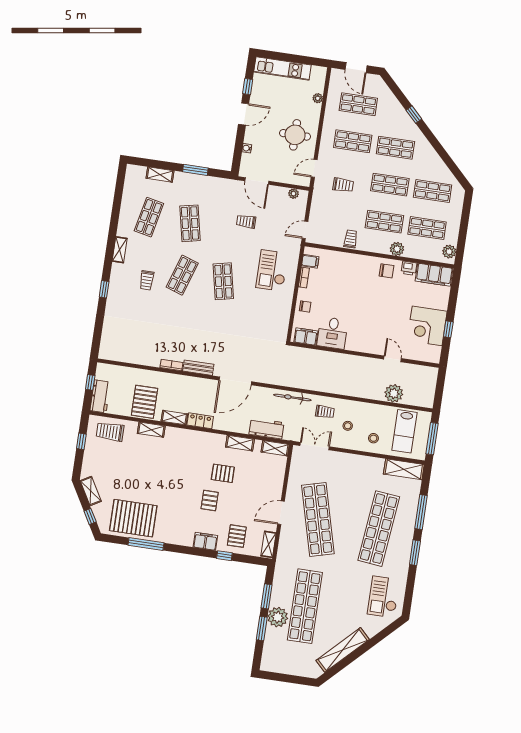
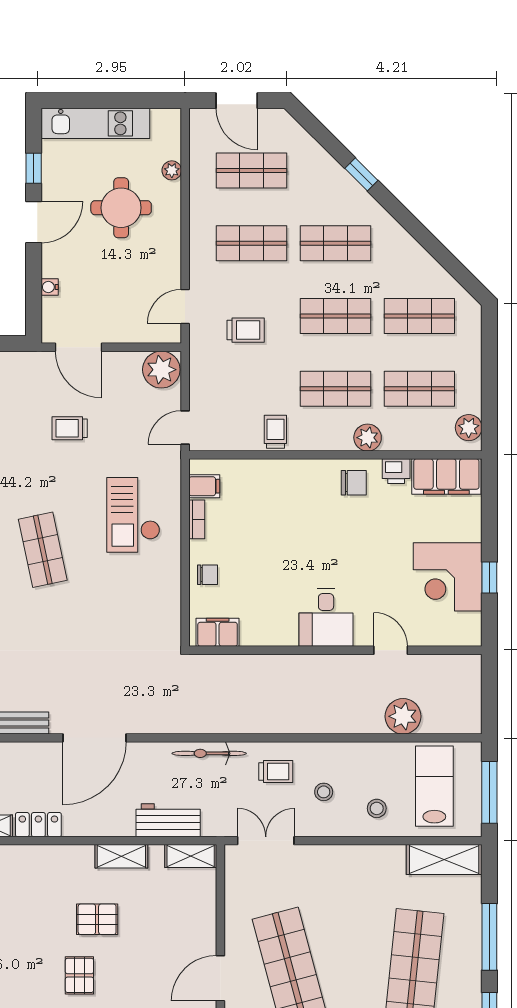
round table: (295, 135) -> (121, 208), moved
plant: (294, 194) -> (161, 370), width x1.87, depth x1.87
desk: (332, 333) -> (326, 618), moved
lab bench: (404, 431) -> (434, 786), turned 180

